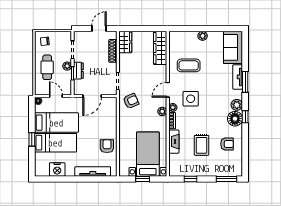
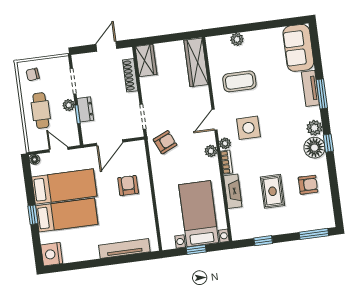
plant: (203, 36) -> (237, 39), moved
armchair: (107, 146) -> (128, 186), moved
nightstand: (57, 169) -> (52, 254), moved, turned 90

